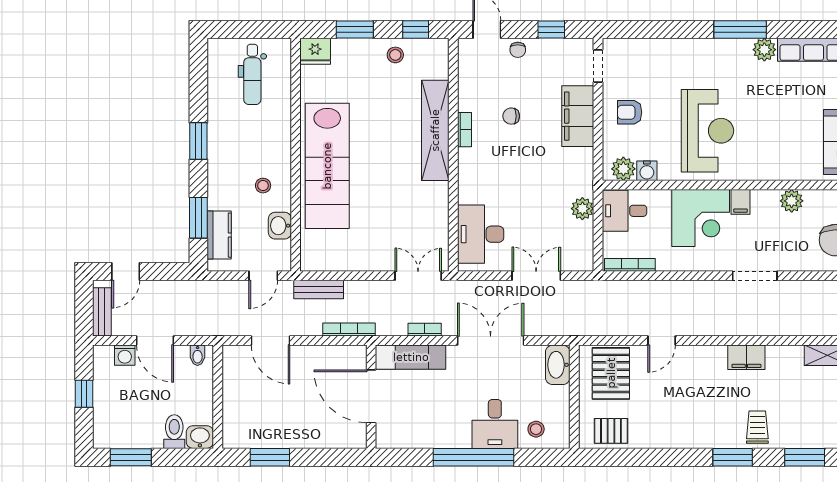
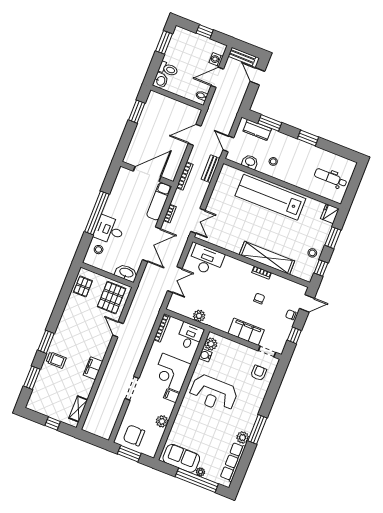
armchair: (630, 112) -> (259, 373), moved
pallet: (611, 373) -> (112, 298), turned 90

